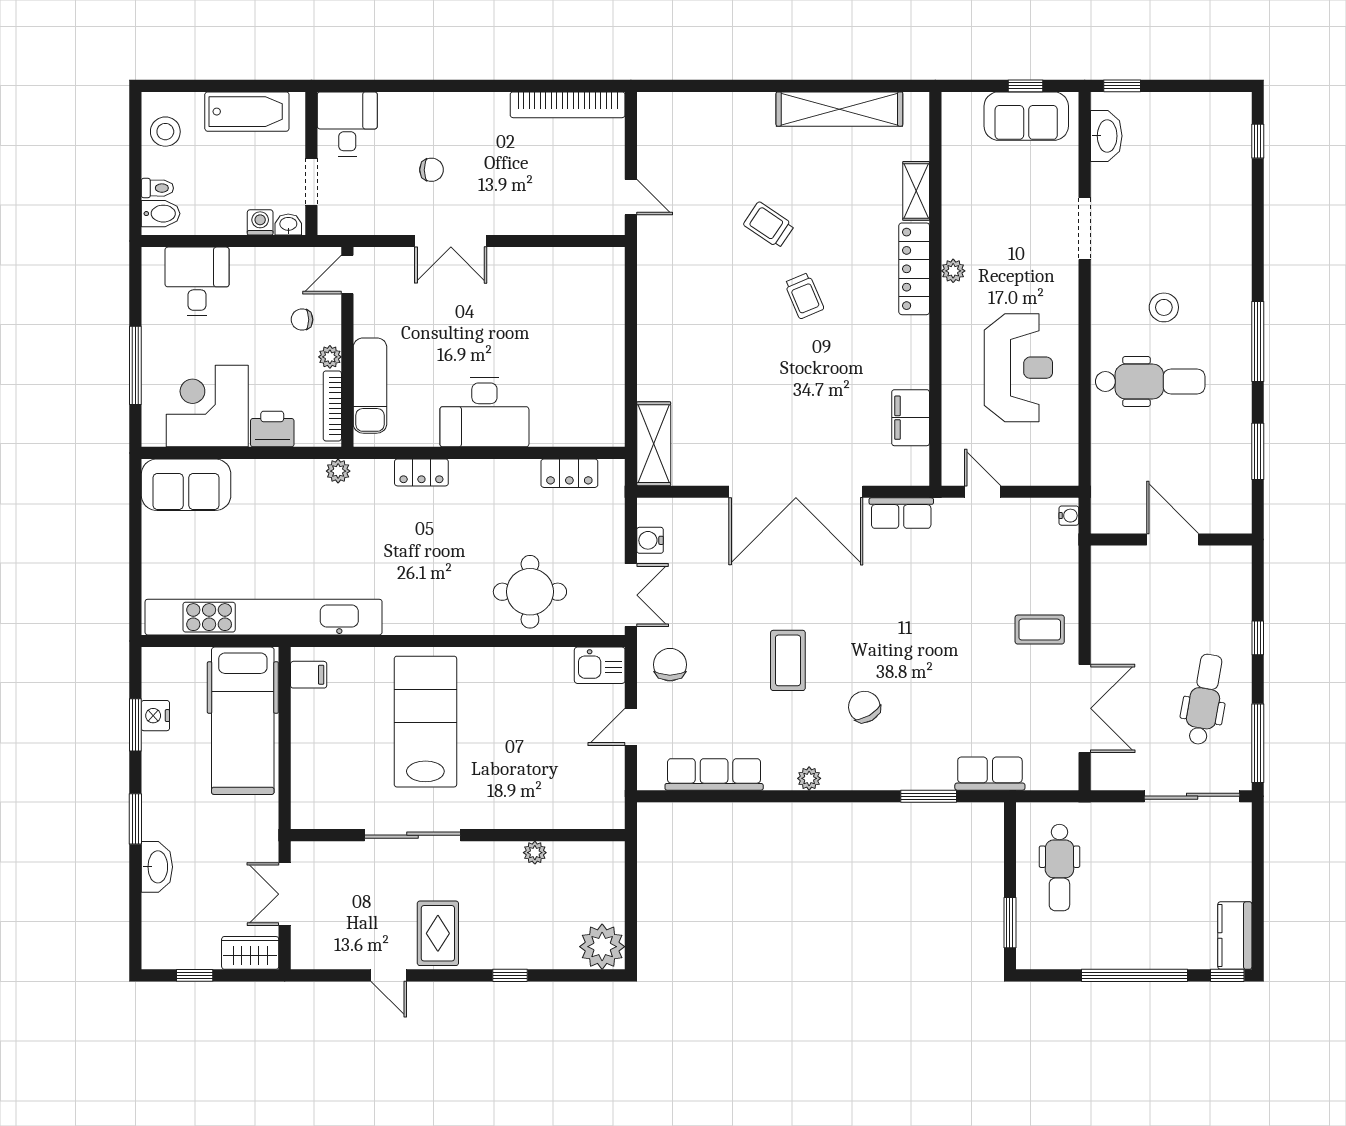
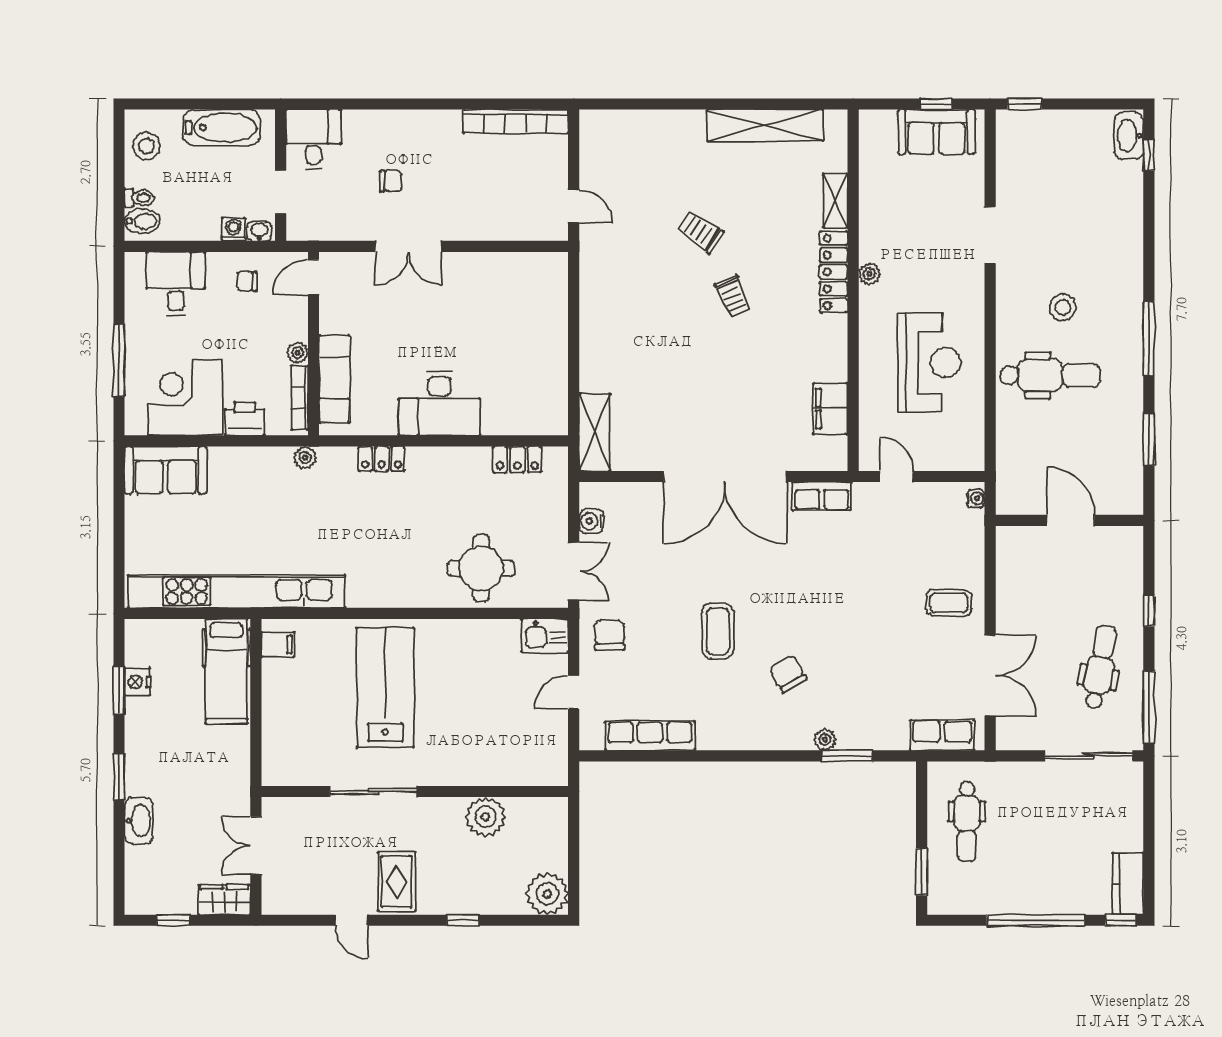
washbasin: (1106, 136) -> (1129, 136), moved, turned 180
chair: (302, 320) -> (247, 281), moved
hospital bed: (243, 721) -> (226, 671), width x0.73, depth x0.78
row of seats: (990, 774) -> (942, 735), moved
plant: (809, 778) -> (825, 740), moved
plant: (535, 853) -> (486, 817), width x1.88, depth x1.88

